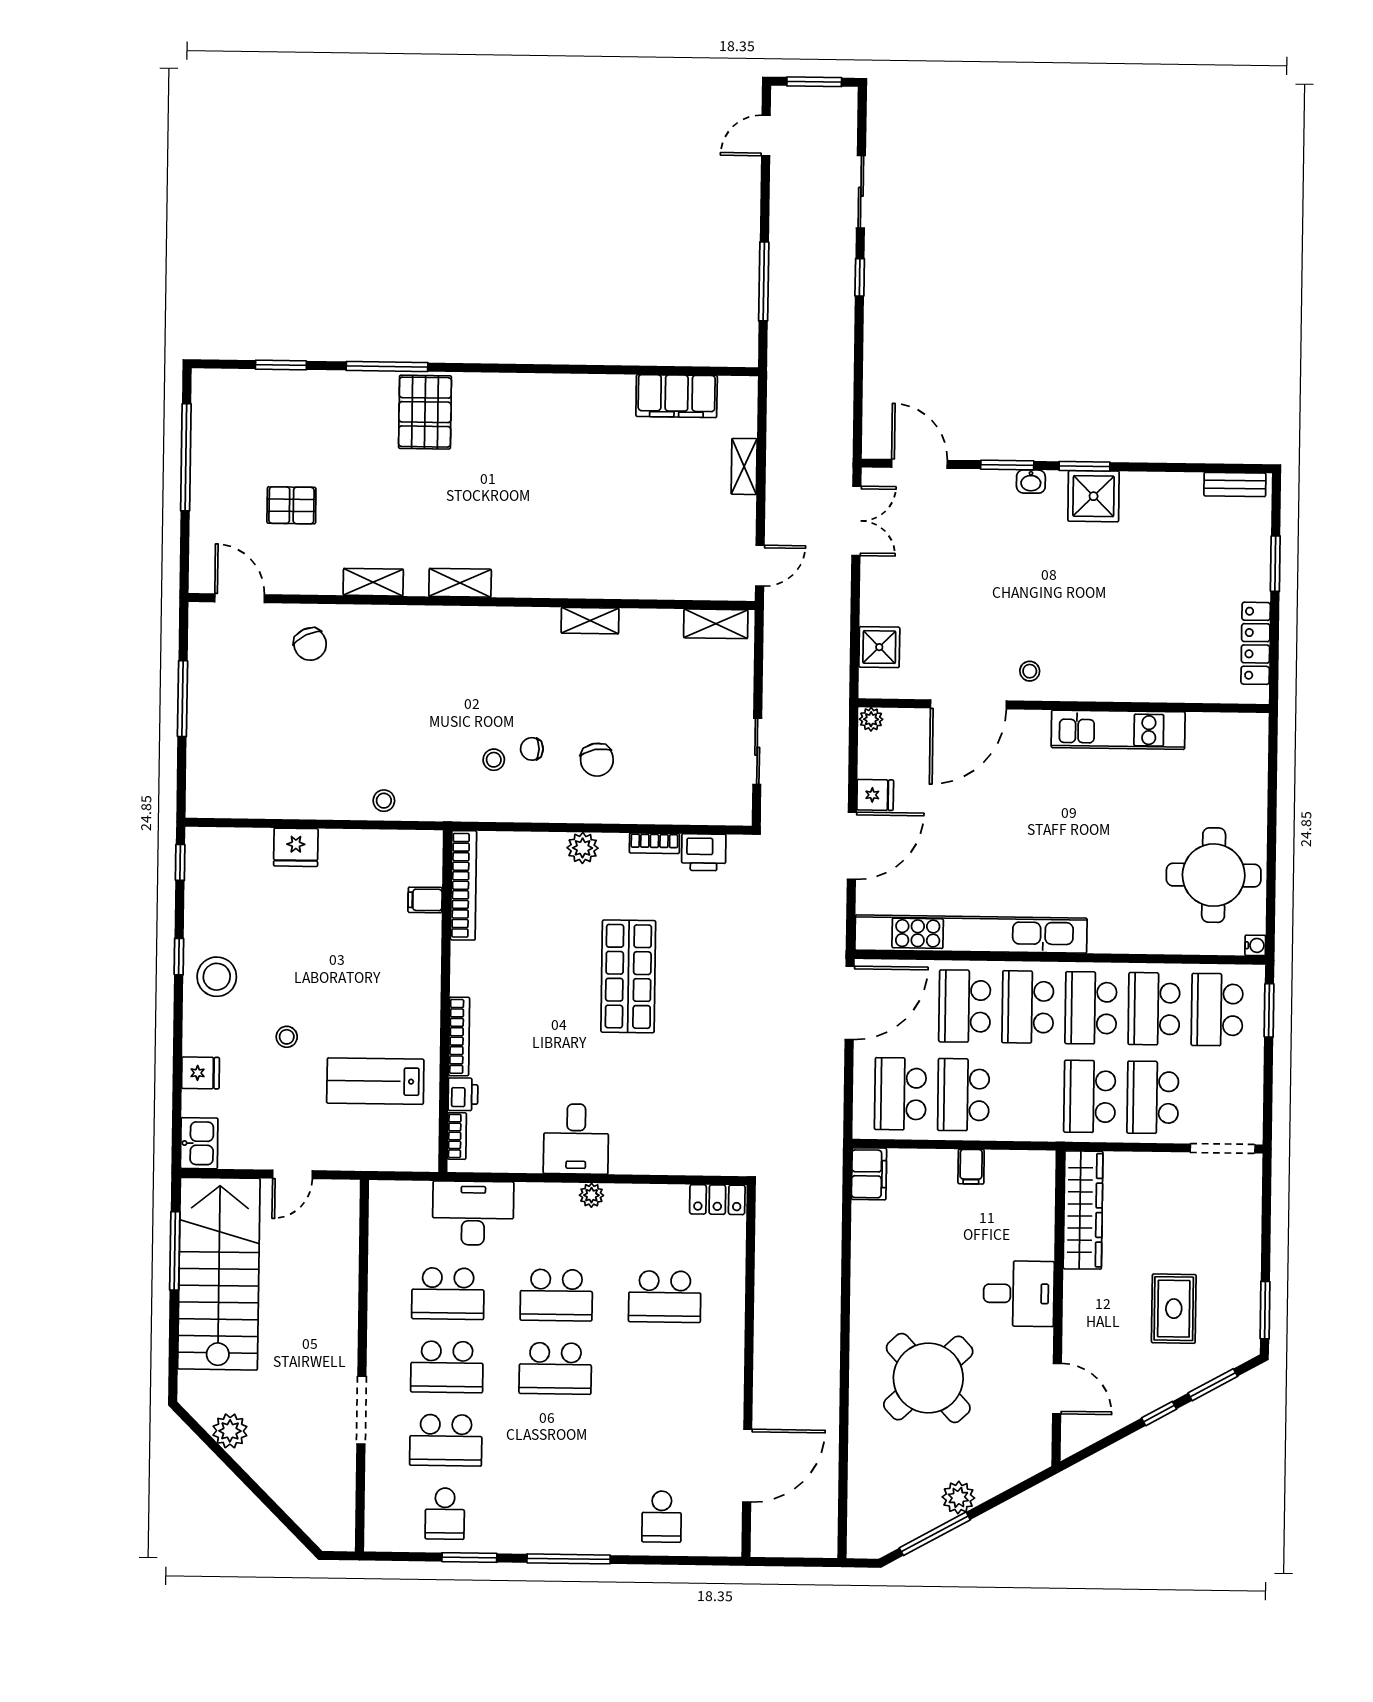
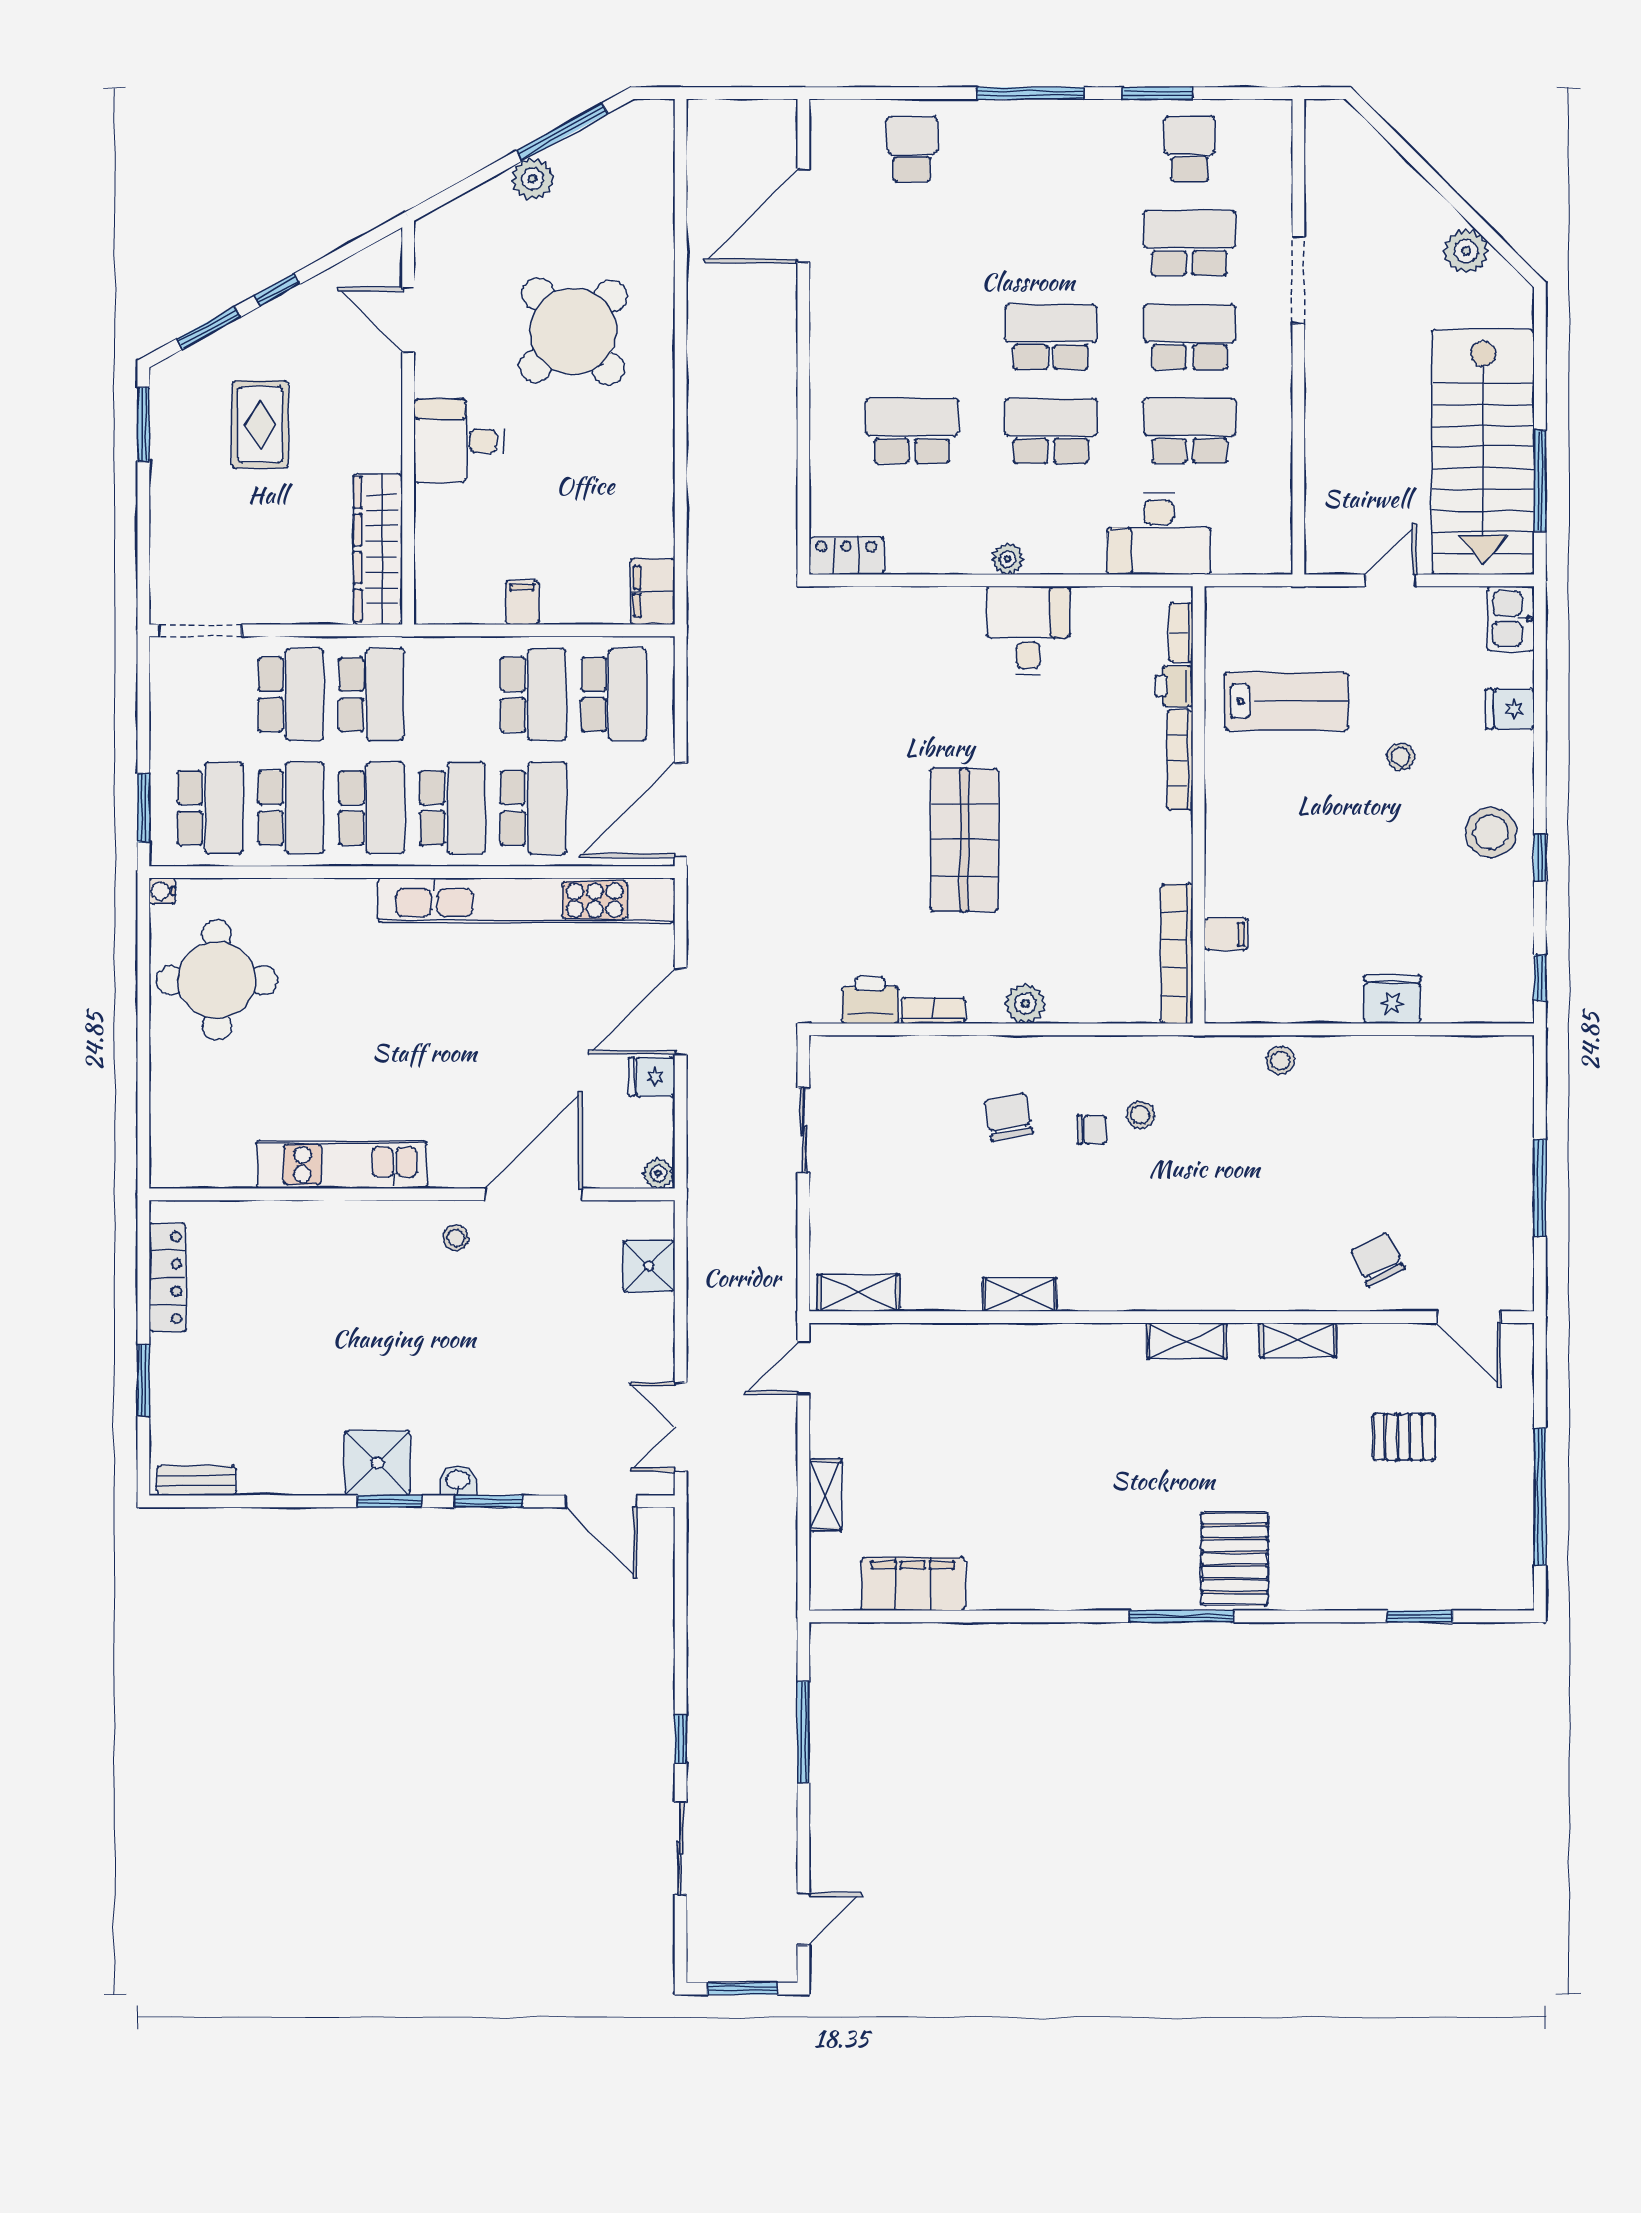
window: (387, 367) -> (1181, 1616), moved

